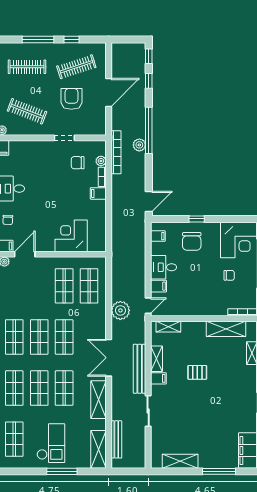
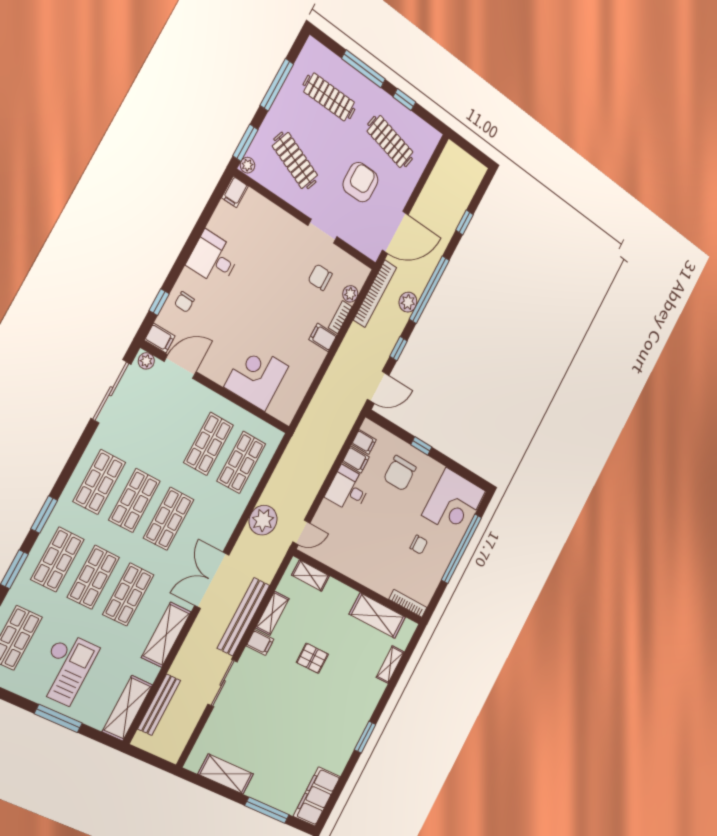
window: (149, 56) -> (398, 349), moved
clothes rail: (76, 67) -> (390, 142), turned 30
door: (109, 93) -> (395, 232), moved
filing cabinet: (159, 286) -> (356, 460), moved

